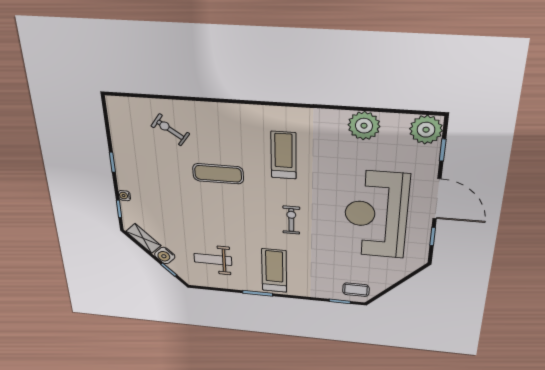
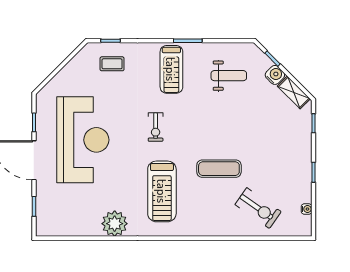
plant: (364, 126) -> (115, 224), moved
exercise bike: (170, 130) -> (258, 208), width x1.38, depth x1.39
plant: (426, 130) -> (48, 224), removed
treadmill: (284, 155) -> (162, 191), width x1.37, depth x1.38
water cooler: (124, 196) -> (307, 209), moved
coffee table: (356, 290) -> (112, 64), moved

